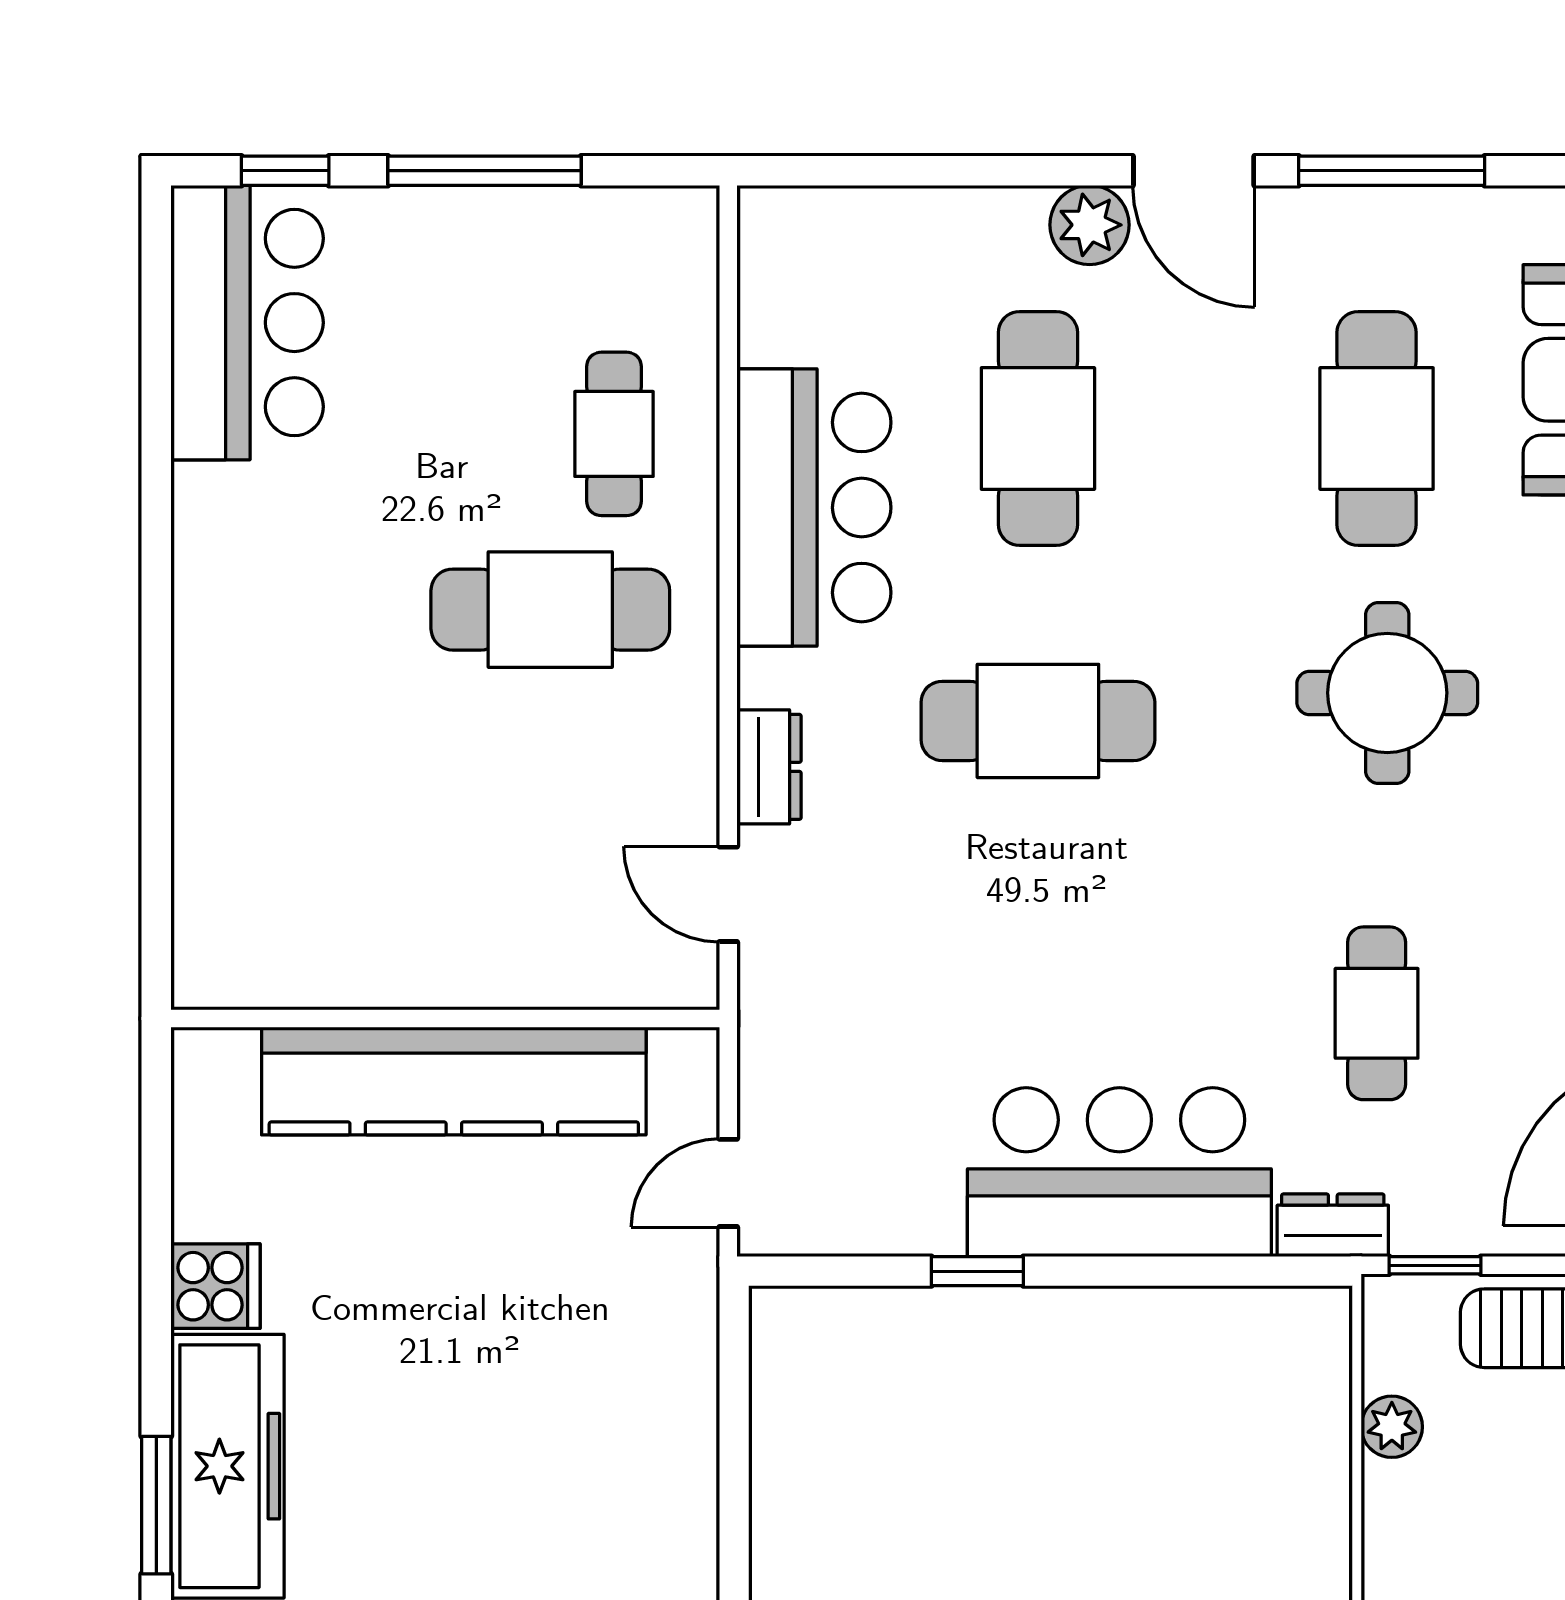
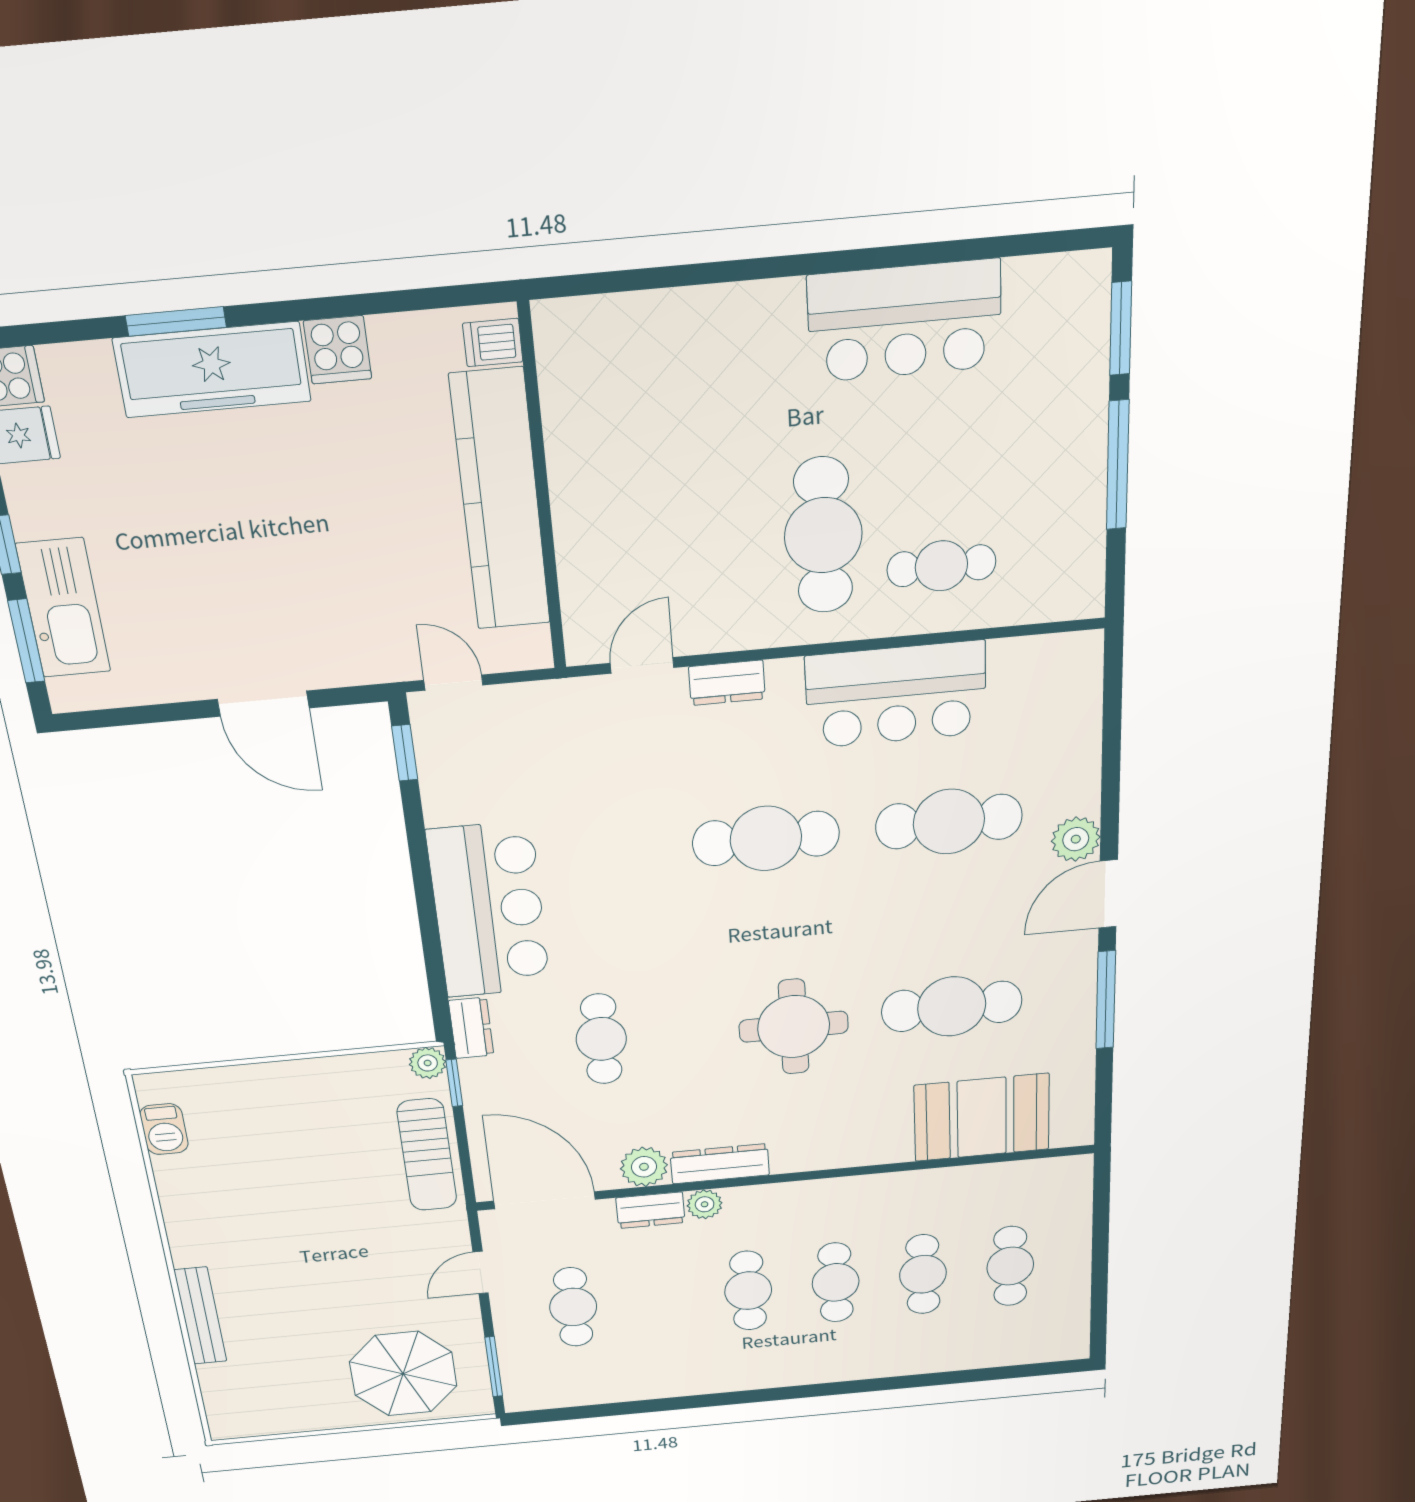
window: (285, 171) -> (1121, 328), width x1.50
bar counter: (247, 323) -> (905, 321), moved
cafe table: (1038, 721) -> (766, 838), turned 90
cafe table: (1377, 1013) -> (601, 1039), turned 90
dishwasher: (225, 1067) -> (493, 343), added
window: (977, 1271) -> (405, 753), moved
plant: (1392, 1427) -> (428, 1063), moved
door: (734, 1474) -> (263, 704), added

